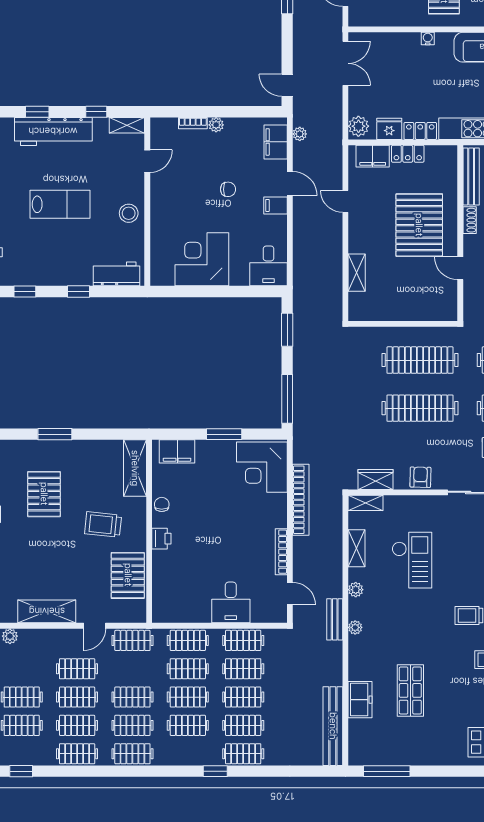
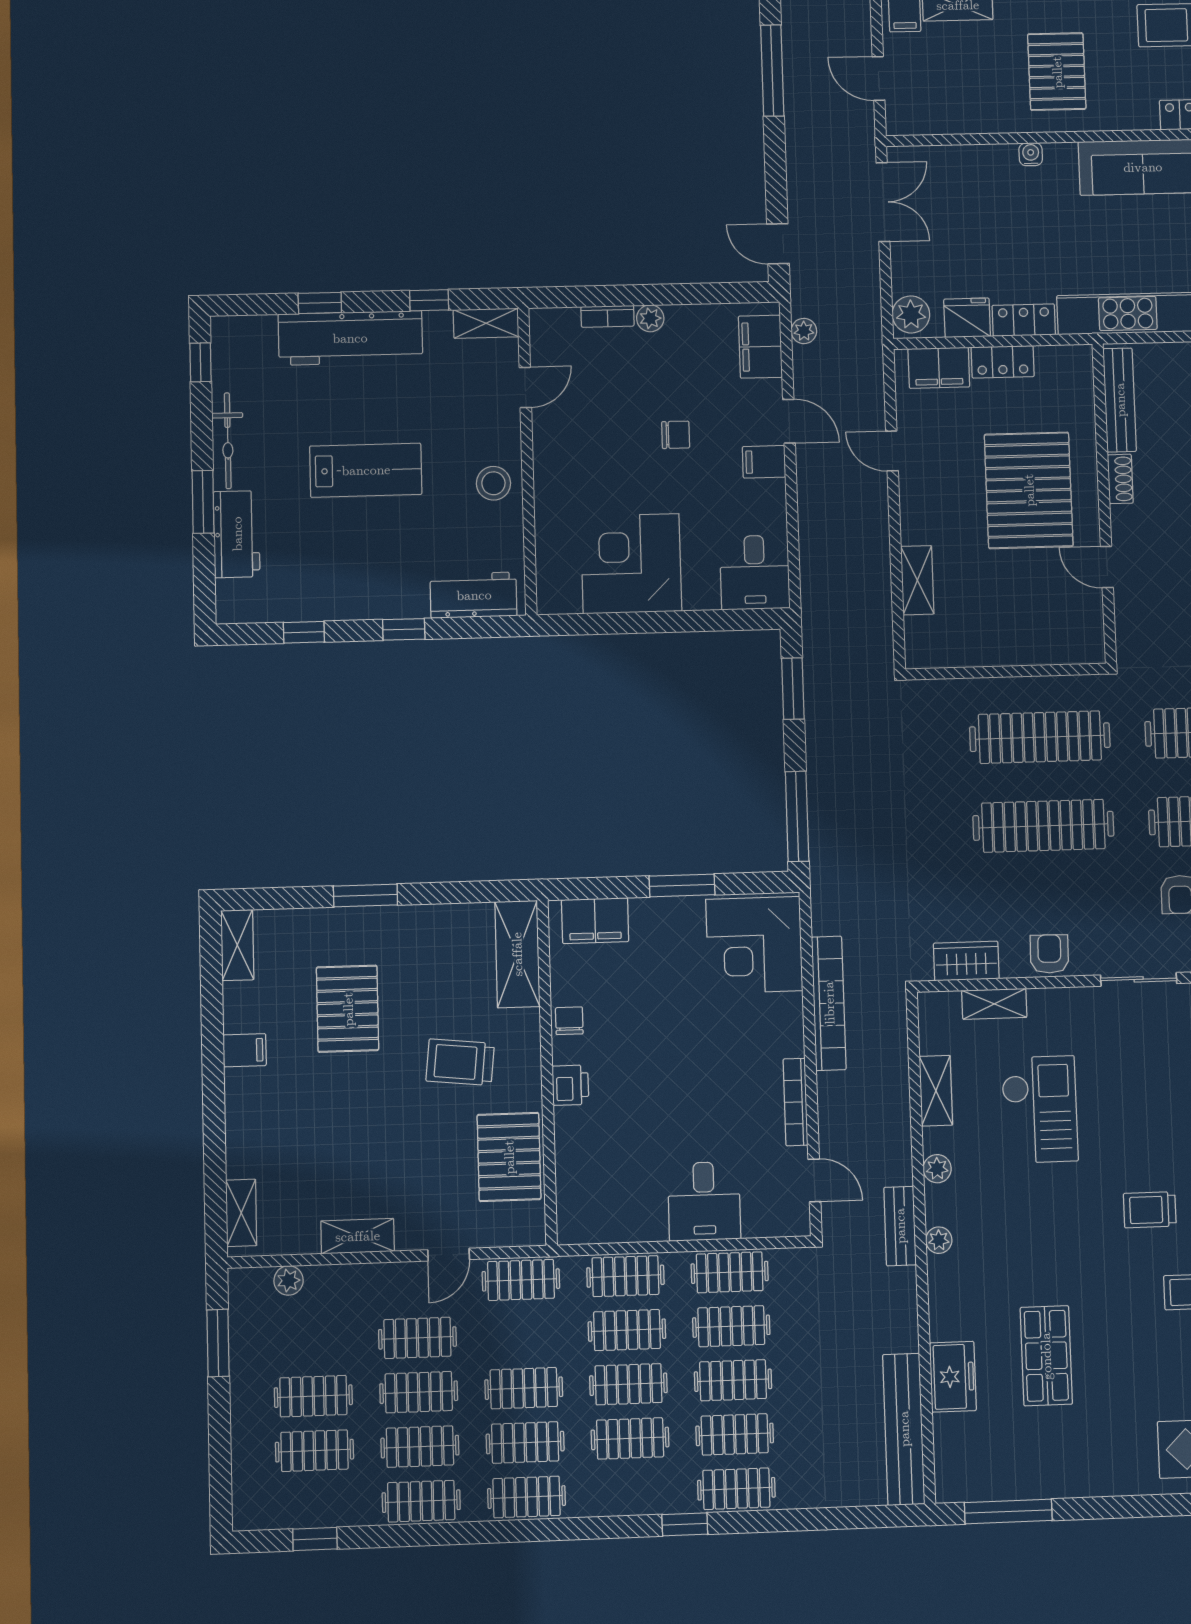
shelving: (366, 503) -> (994, 1004), moved
shelving: (47, 611) -> (358, 1236), width x0.67, depth x0.75

